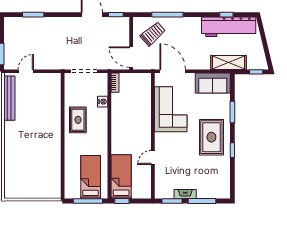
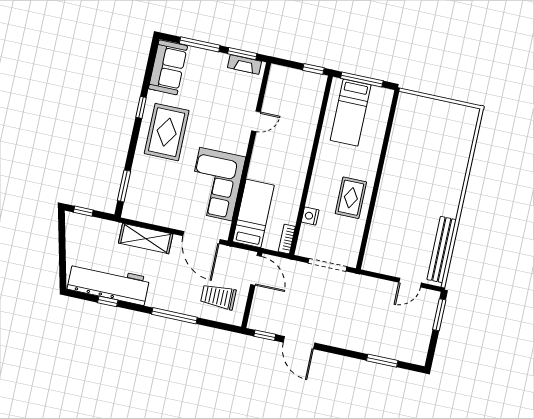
window: (167, 15) -> (174, 316), moved
trolley: (153, 34) -> (218, 297), turned 41
shelving: (228, 63) -> (146, 239), moved
sofa: (213, 83) -> (168, 67), moved, turned 90
window: (232, 112) -> (124, 186), moved
bed: (121, 177) -> (253, 213), moved, turned 180
fireplace: (185, 194) -> (245, 64), moved

